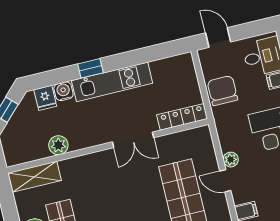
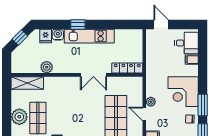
chair: (222, 91) -> (156, 58), removed

